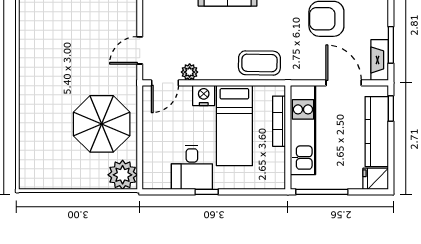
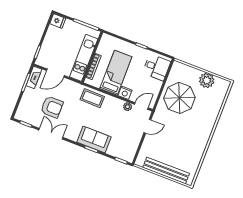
door: (344, 83) -> (55, 73), hinge flipped
kitchen counter: (377, 132) -> (49, 44), removed
desk: (192, 167) -> (157, 67), moved, turned 90
plant: (123, 175) -> (207, 80), moved

